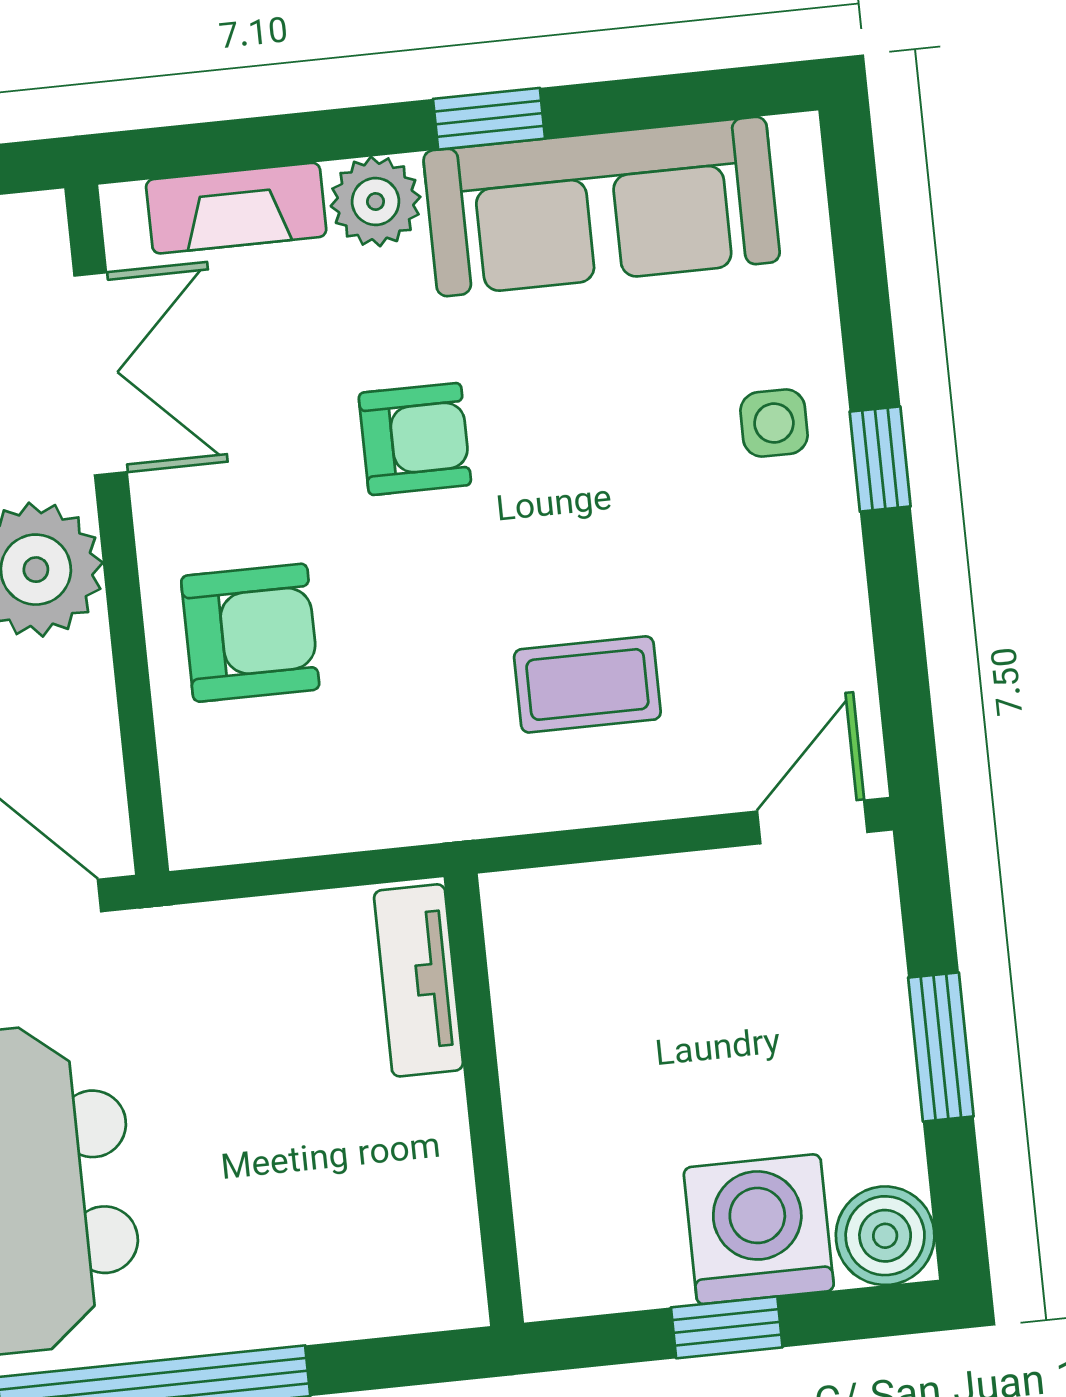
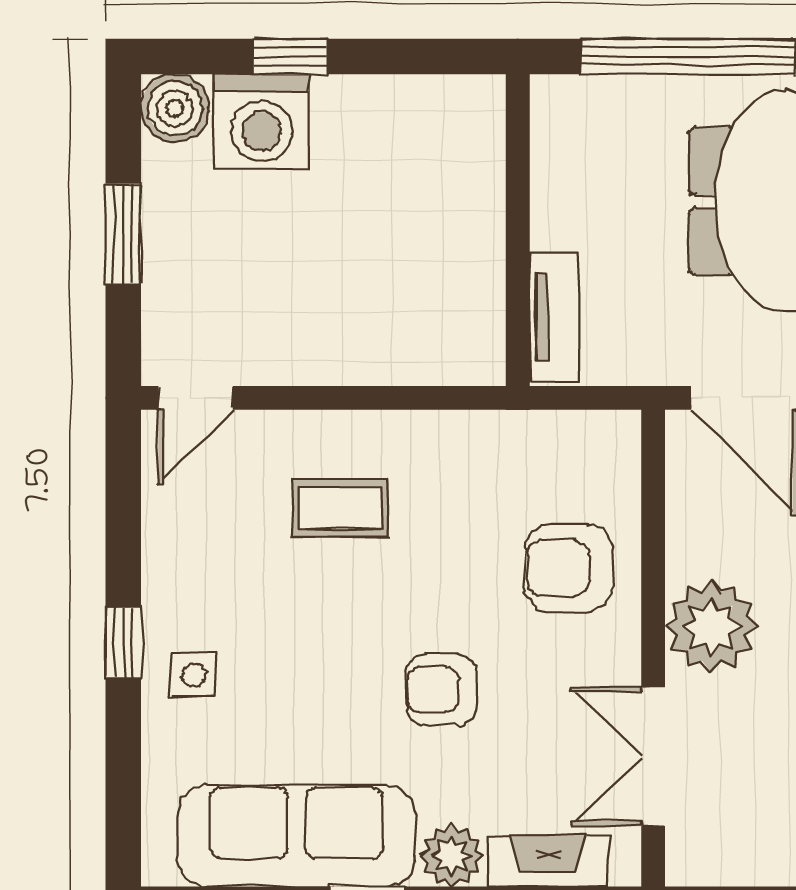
tv unit: (418, 980) -> (554, 317), moved
wall: (484, 1100) -> (518, 230), moved

